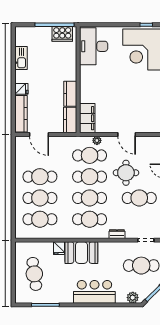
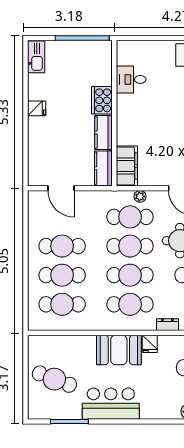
cooker: (62, 34) -> (102, 100), moved, turned 90
desk: (94, 46) -> (131, 79), width x0.53, depth x0.77
kitchen sink: (21, 58) -> (36, 57), moved
fridge: (21, 89) -> (37, 108), moved
kitchen counter: (21, 114) -> (36, 160), removed
fridge: (59, 248) -> (150, 344), moved
cafe table: (34, 274) -> (54, 379), turned -61
bar counter: (94, 292) -> (111, 404), moved

